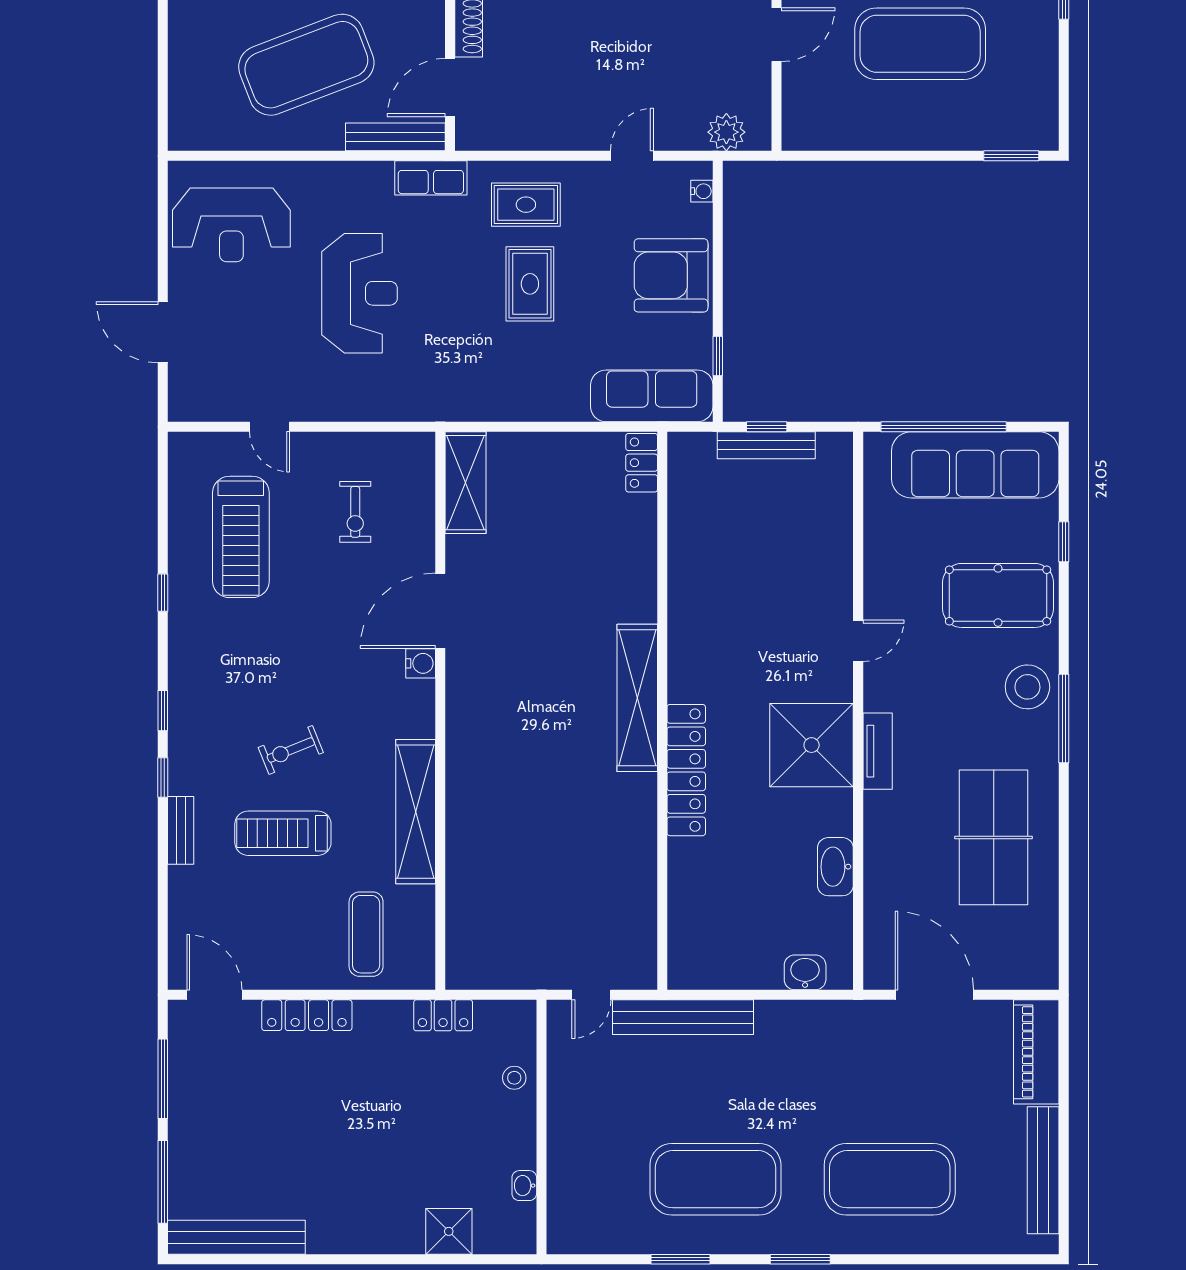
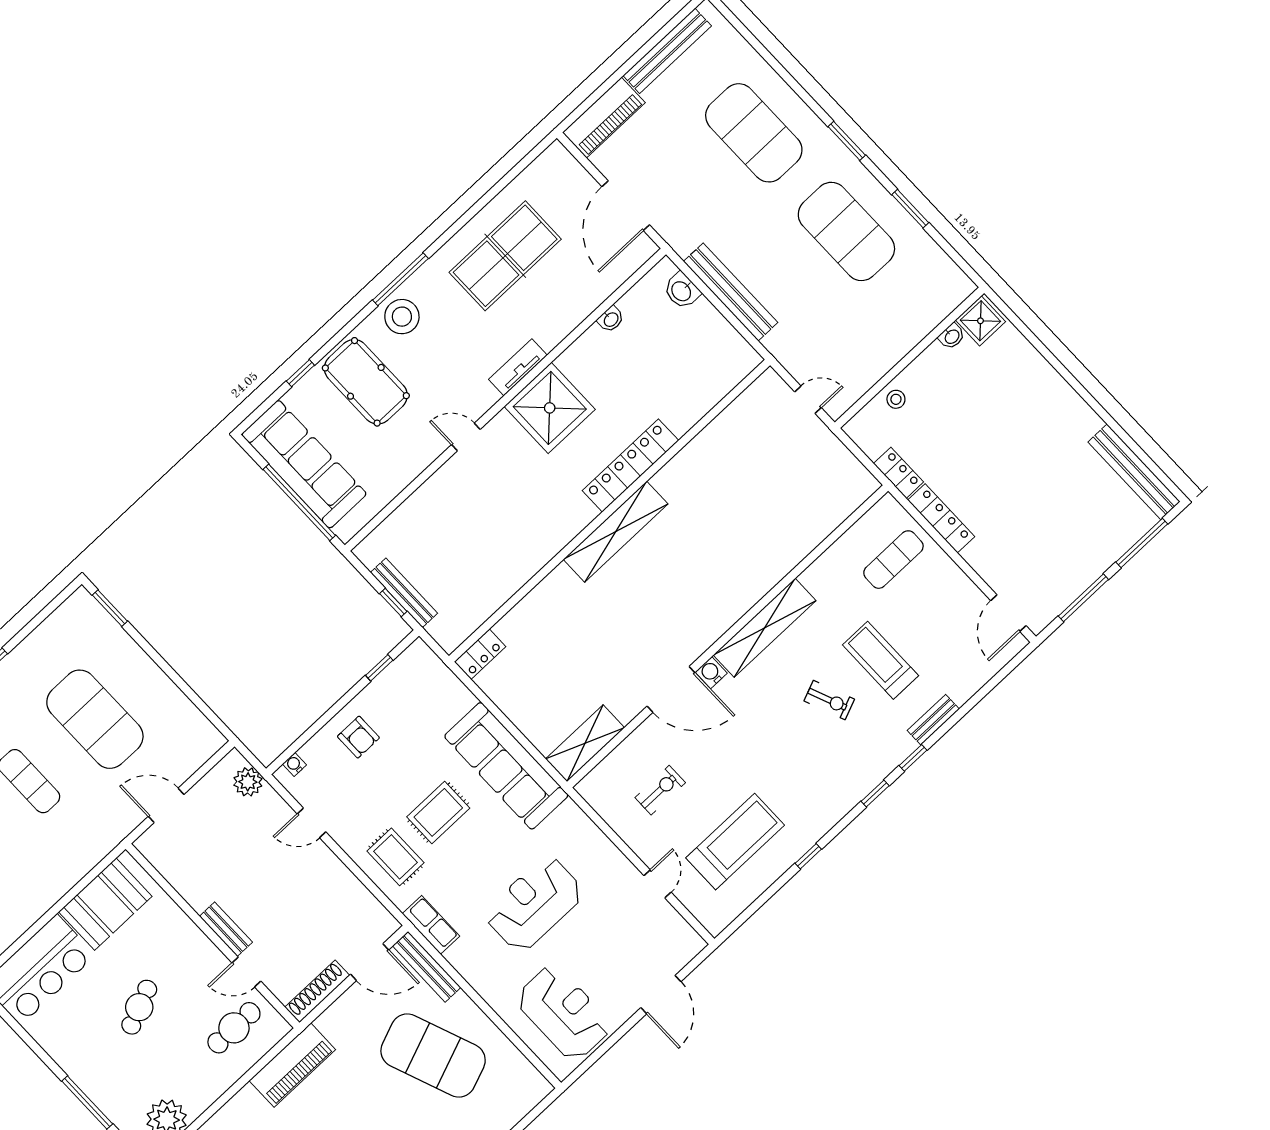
armchair: (671, 275) -> (358, 737), width x0.53, depth x0.53
sofa: (652, 396) -> (506, 766), moved, width x1.36, depth x1.27
shelving: (416, 812) -> (765, 628), moved
treadmill: (283, 833) -> (881, 660), turned 180
washbasin: (835, 867) -> (611, 319), width x0.52, depth x0.69
locker: (307, 1015) -> (941, 518), moved
bench: (683, 1017) -> (731, 292), moved
shower: (449, 1231) -> (980, 321), moved

